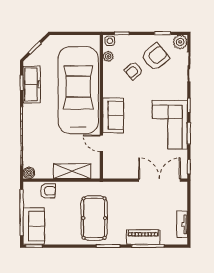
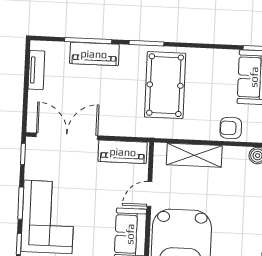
door: (101, 143) -> (149, 194), swing flipped
piano: (121, 171) -> (123, 152), added
double door: (159, 180) -> (67, 136), swing flipped

